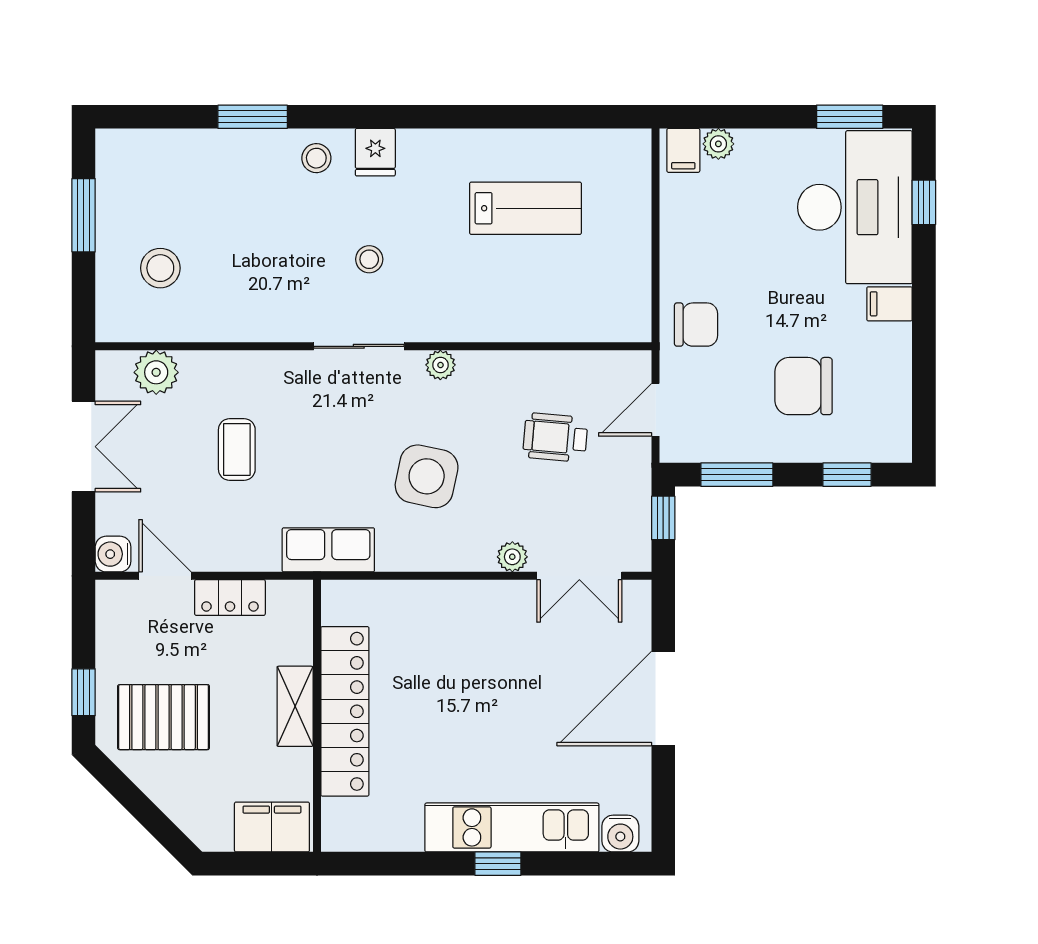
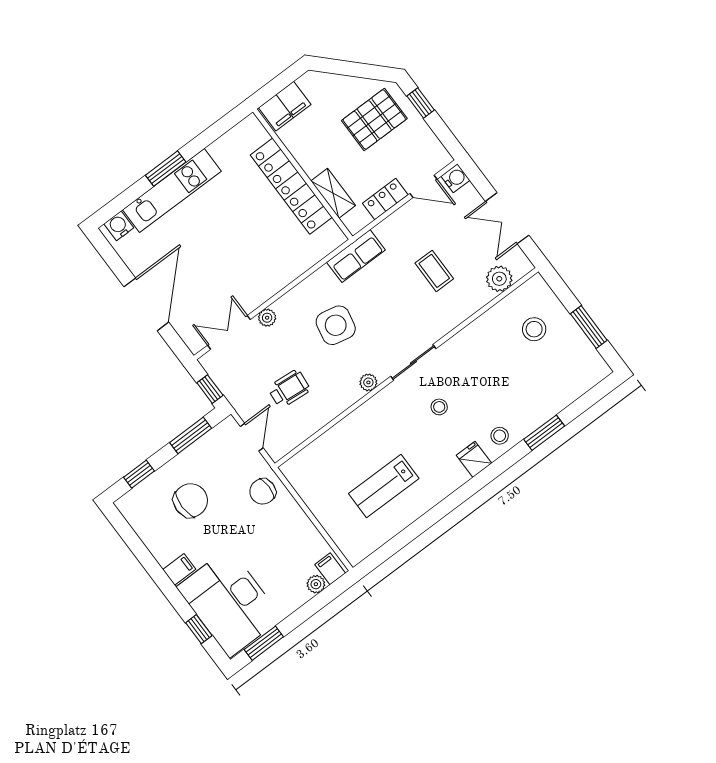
shelving: (295, 706) -> (333, 193), moved
window: (498, 864) -> (166, 169), width x1.50

